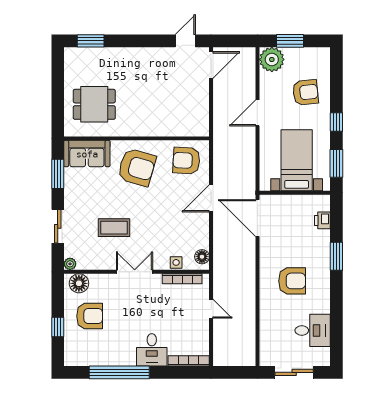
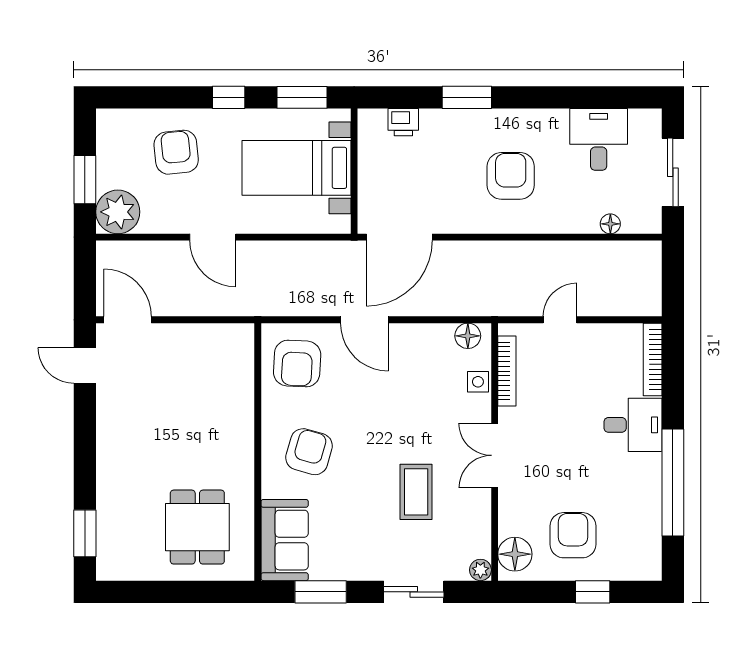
armchair: (137, 167) -> (309, 452), width x0.73, depth x0.73
floor lamp: (265, 337) -> (610, 224), added

